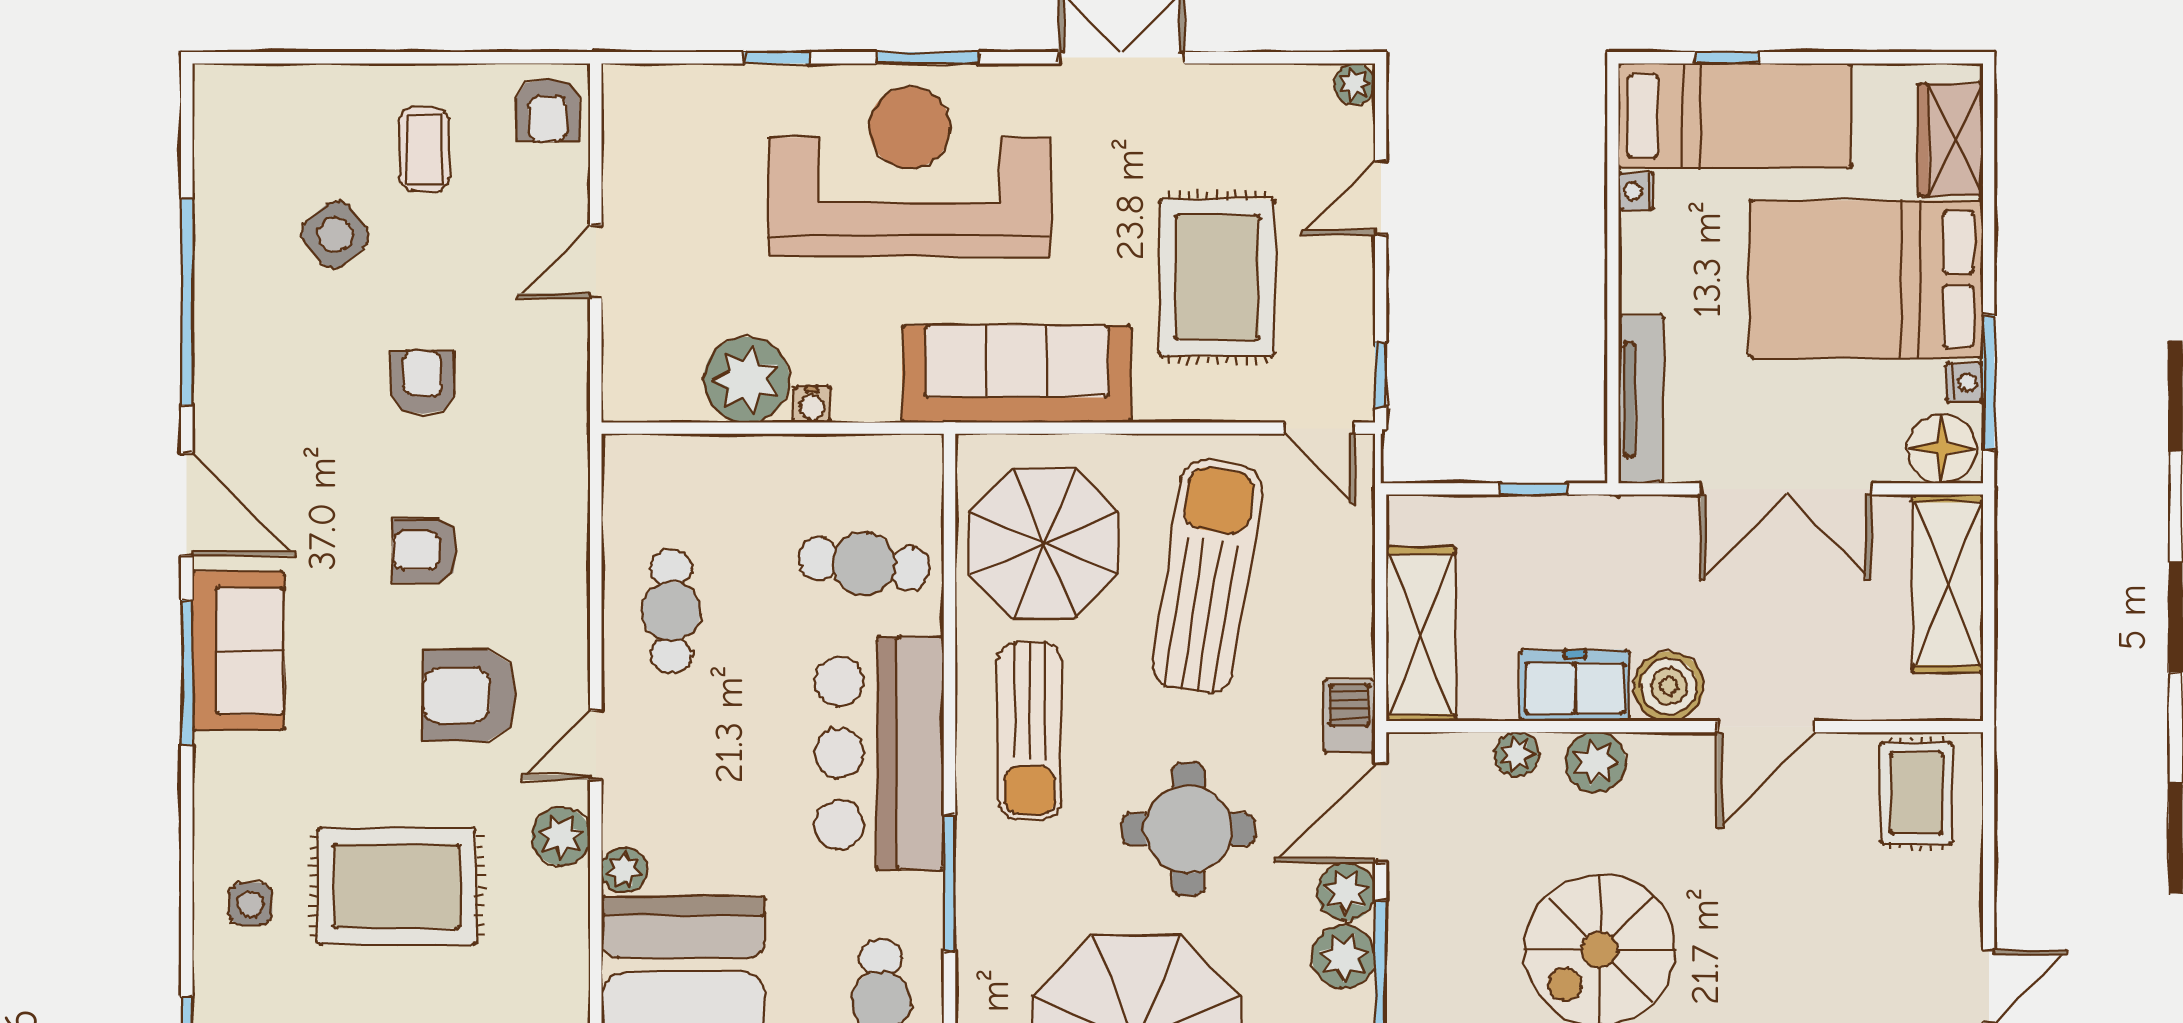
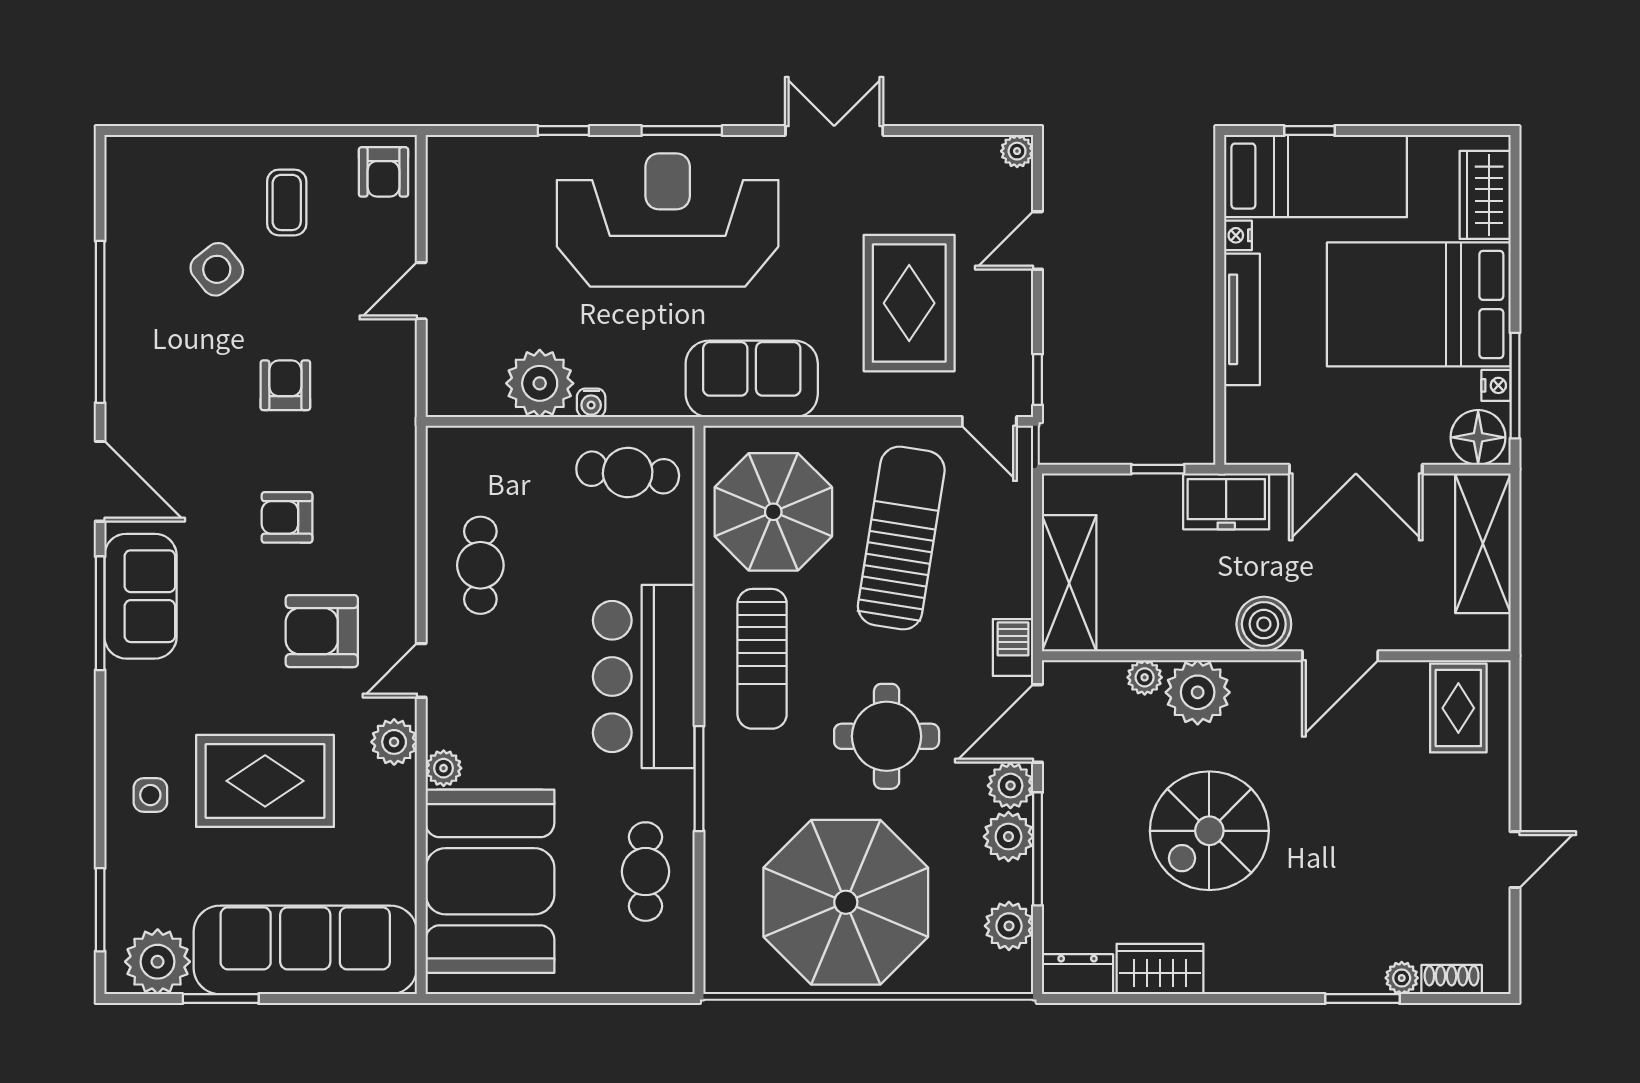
sofa: (1017, 374) -> (752, 379), width x0.73
tv unit: (1641, 400) -> (1242, 319), moved
cafe table: (864, 564) -> (628, 472), moved
freezer: (1575, 685) -> (1226, 501), moved, turned 180
plant: (1595, 762) -> (1198, 692), width x1.36, depth x1.36

